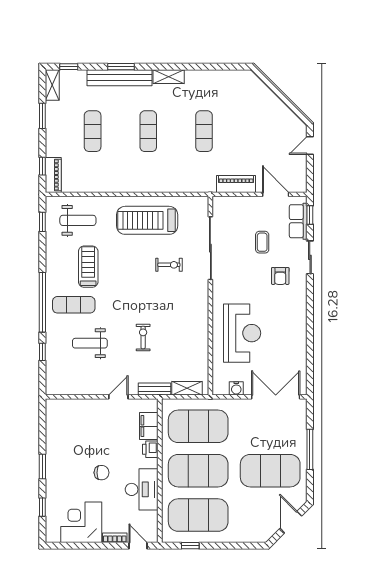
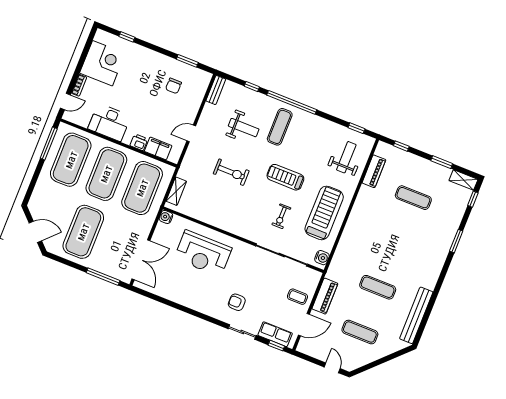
shelving: (169, 77) -> (433, 276), removed
bench: (120, 78) -> (416, 315), moved
exercise mat: (148, 131) -> (360, 332), moved
piano: (53, 175) -> (374, 171), moved, turned -90
water cooler: (196, 204) -> (322, 258), added
weight bench: (78, 220) -> (346, 157), turned 180
coffee table: (262, 242) -> (297, 297), moved
treadmill: (88, 267) -> (285, 177), moved, turned 180
exercise bike: (143, 337) -> (231, 172), width x1.38, depth x1.39
weight bench: (90, 343) -> (244, 128), turned 90
water cooler: (236, 388) -> (166, 217), moved
bench: (154, 389) -> (216, 90), moved
door: (118, 397) -> (191, 133), swing flipped
window: (310, 449) -> (103, 277), moved
window: (42, 466) -> (187, 61), moved
chair: (102, 473) -> (174, 86), moved
window: (190, 546) -> (49, 143), width x2.17

